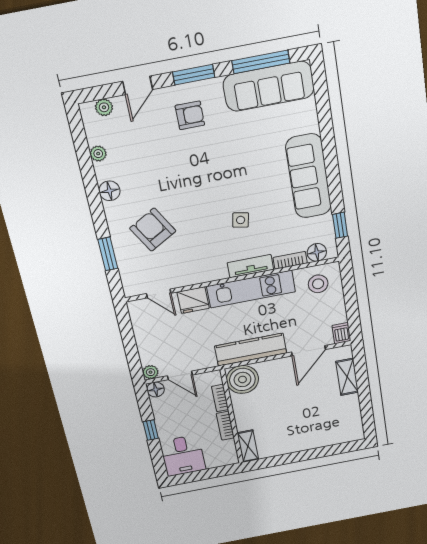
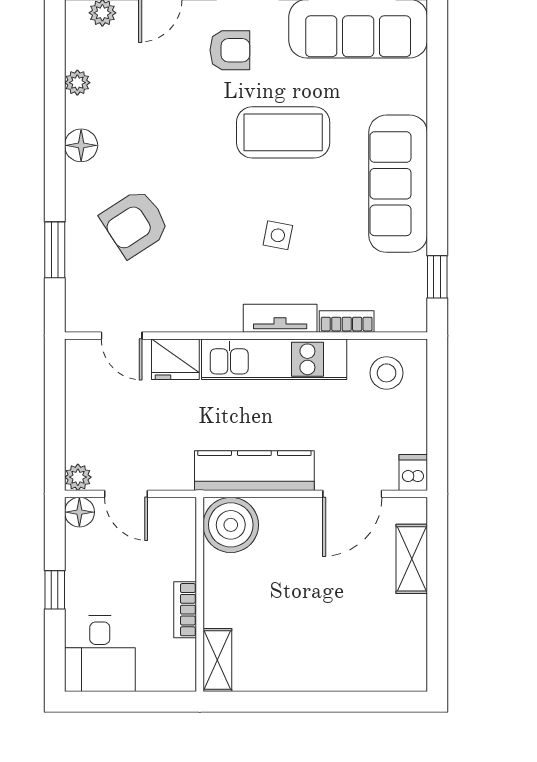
coffee table: (233, 159) -> (283, 132), added
armchair: (153, 230) -> (135, 223), turned -93
floor lamp: (317, 252) -> (392, 316), removed
bookcase: (220, 398) -> (186, 553), removed

